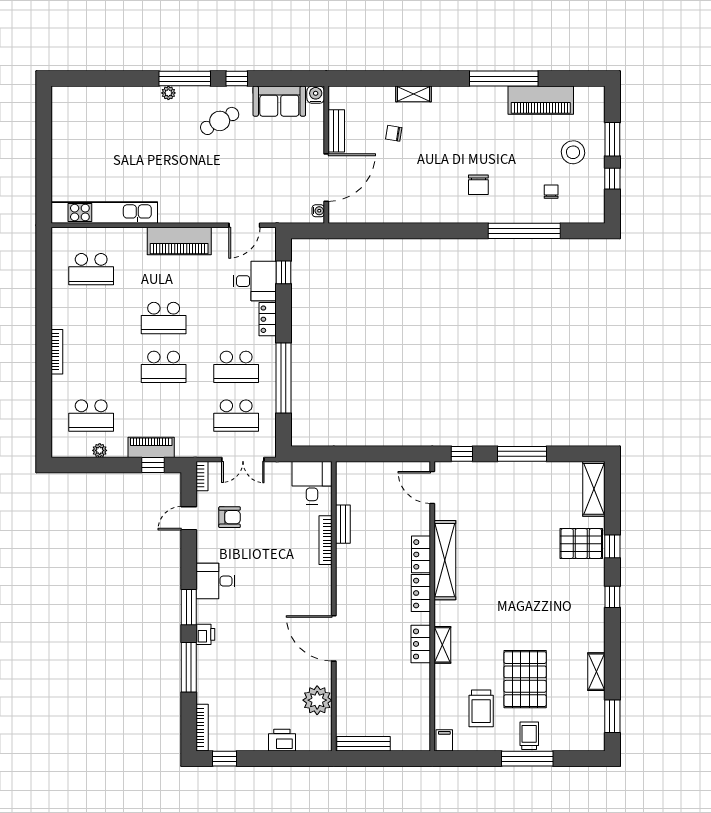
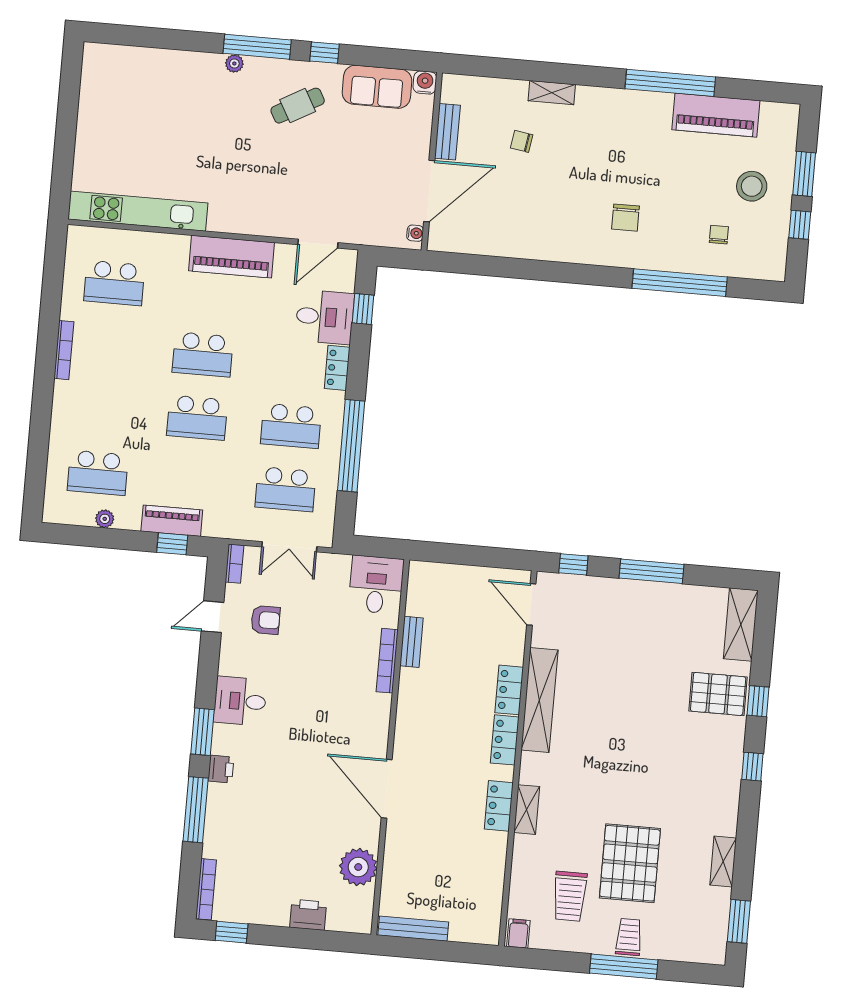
bookcase: (57, 352) -> (64, 350), moved

